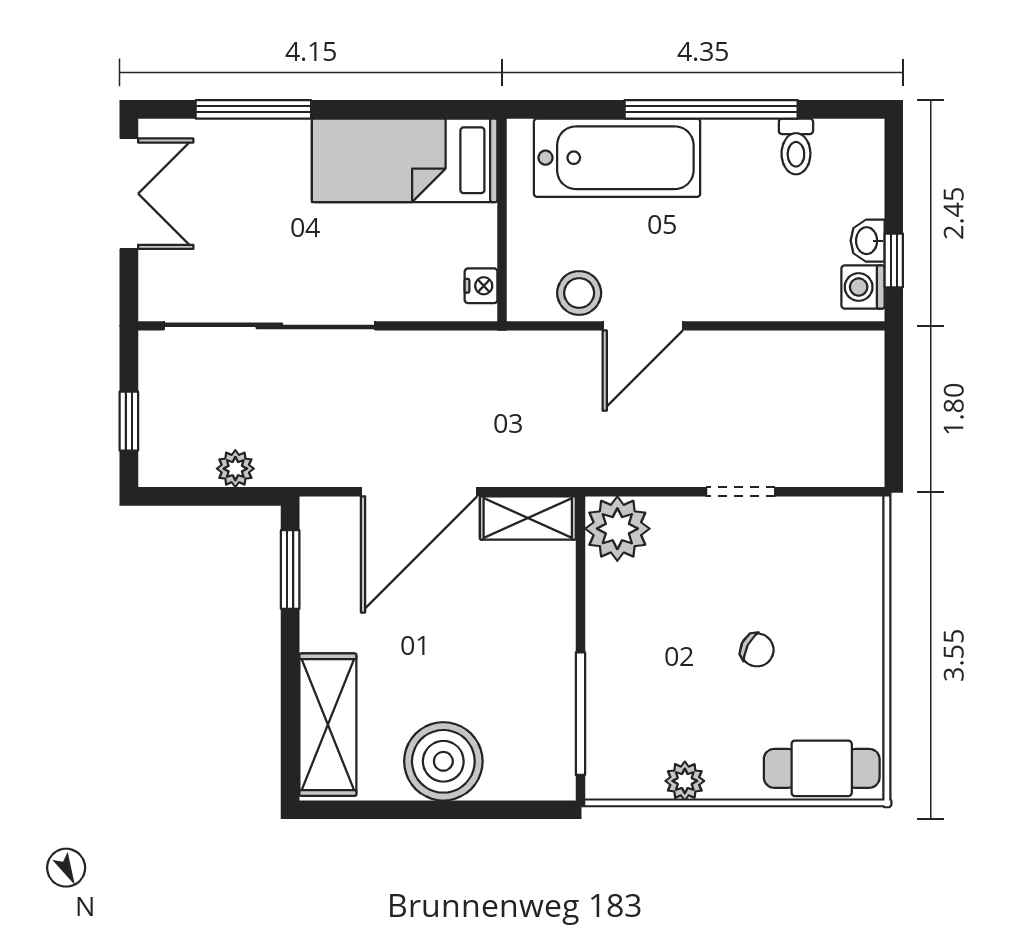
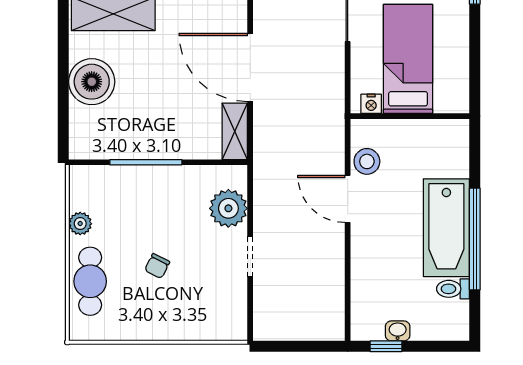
bathtub: (617, 158) -> (446, 228), moved
bed: (405, 160) -> (408, 59), moved
washing machine: (863, 287) -> (370, 328), removed
plant: (617, 529) -> (228, 208), moved
window: (580, 714) -> (146, 162), moved
cafe table: (822, 768) -> (90, 281), moved

